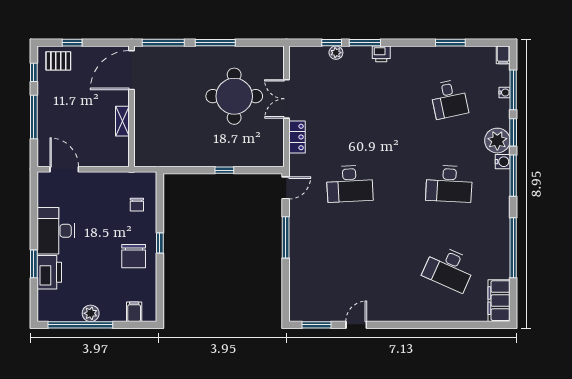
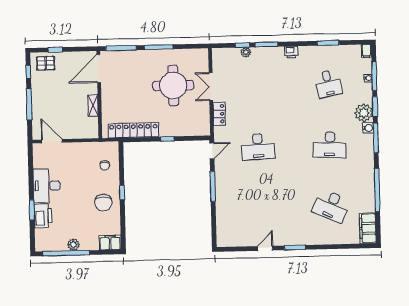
printer: (381, 54) -> (291, 52), moved
locker: (178, 157) -> (133, 130), added
filing cabinet: (134, 312) -> (110, 243), width x2.00
window: (316, 325) -> (295, 248), moved

